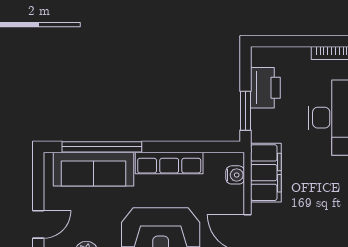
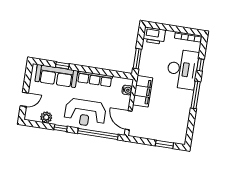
printer: (265, 88) -> (154, 36), moved, turned 90
window: (102, 147) -> (62, 65), width x0.32

